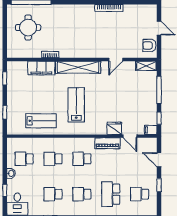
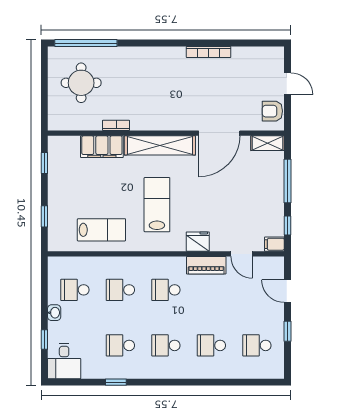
door: (116, 60) -> (219, 133), width x1.88
fridge: (114, 128) -> (198, 242), moved
school desk: (111, 194) -> (211, 345), width x0.54

